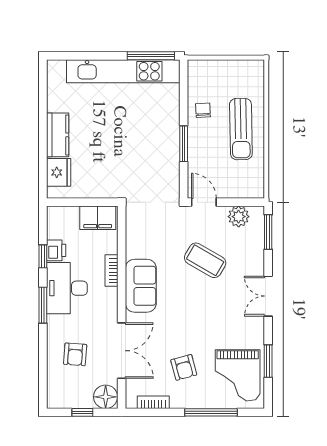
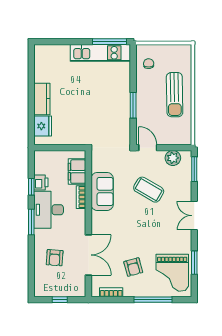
kitchen unit: (123, 71) -> (100, 53), width x0.73
chair: (203, 110) -> (149, 64), moved
filing cabinet: (98, 218) -> (77, 172), moved, turned 90
sofa: (141, 286) -> (102, 191), moved
floor lamp: (106, 397) -> (77, 288), removed

